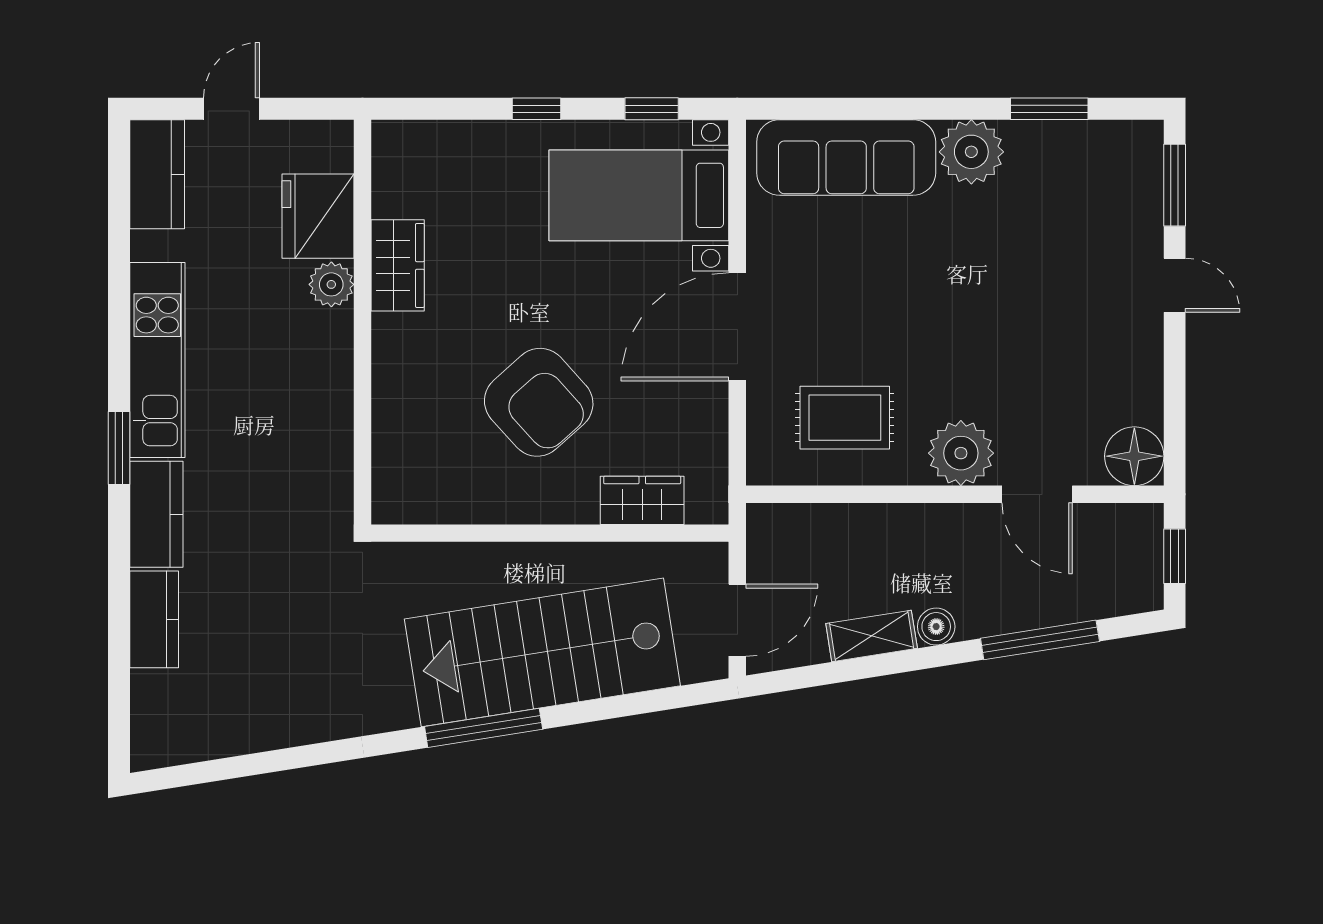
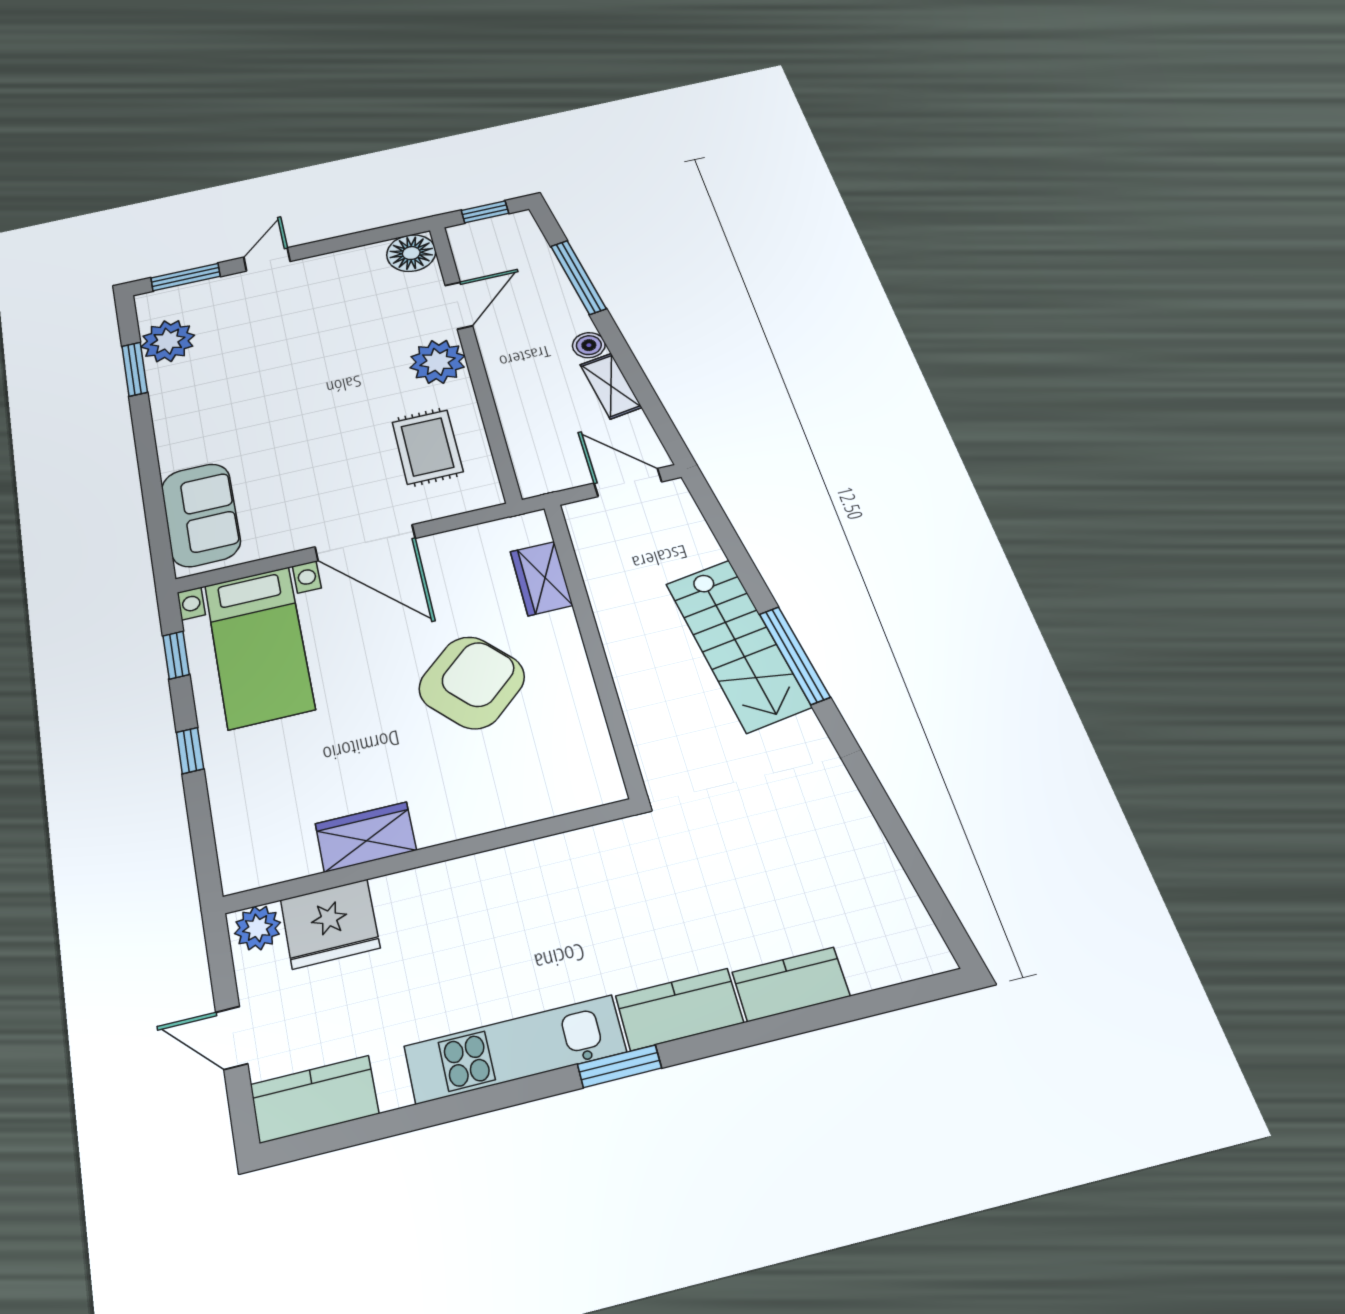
plant: (971, 152) -> (168, 341), moved
sofa: (846, 157) -> (201, 515), width x0.73
plant: (331, 284) -> (258, 928), moved
stairs: (542, 652) -> (737, 644), width x0.73, depth x0.66

